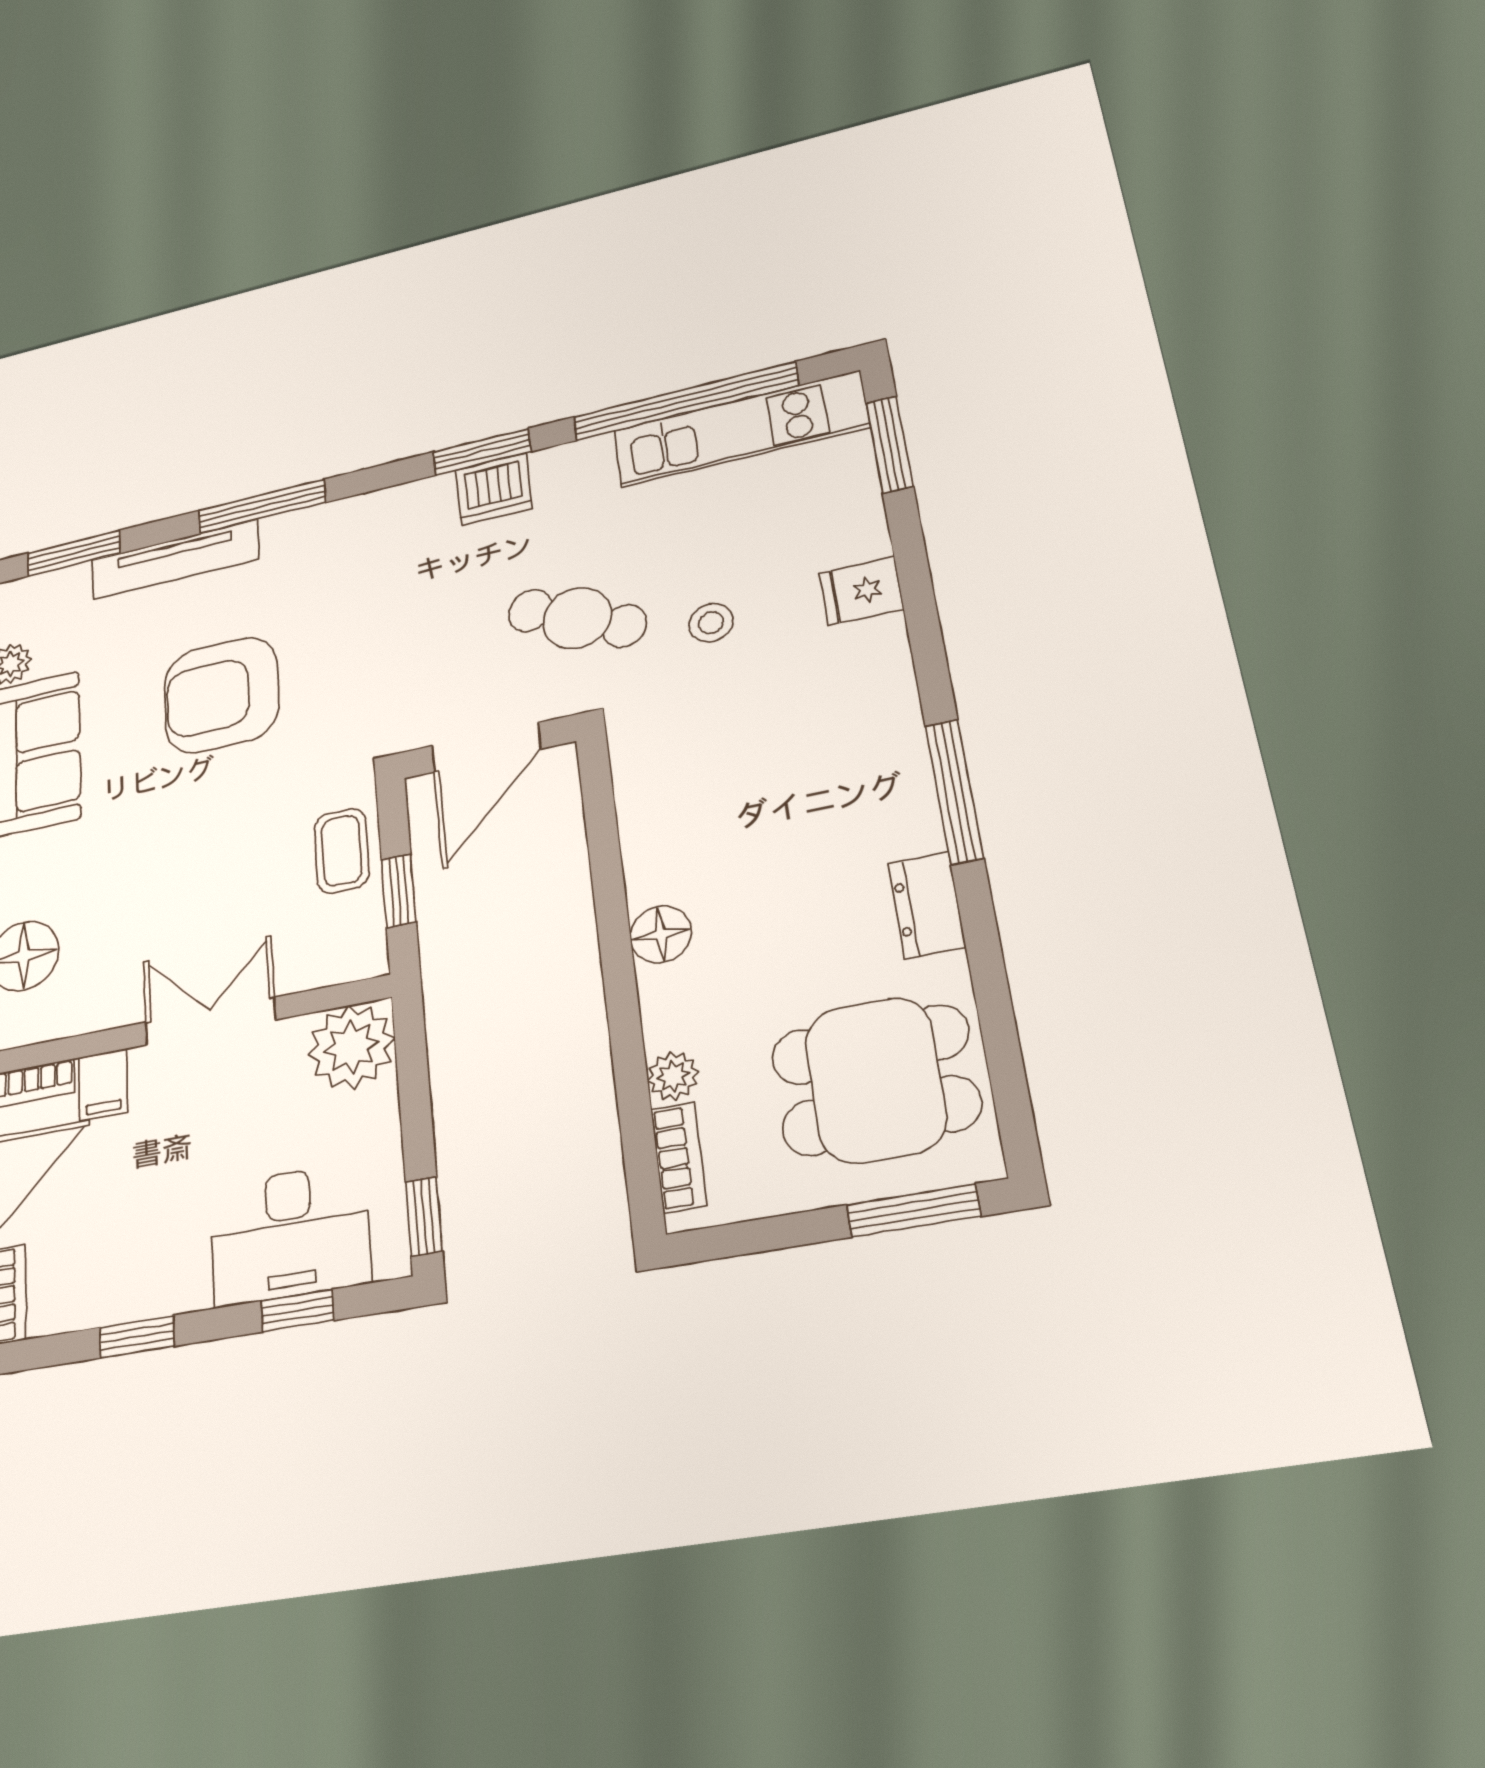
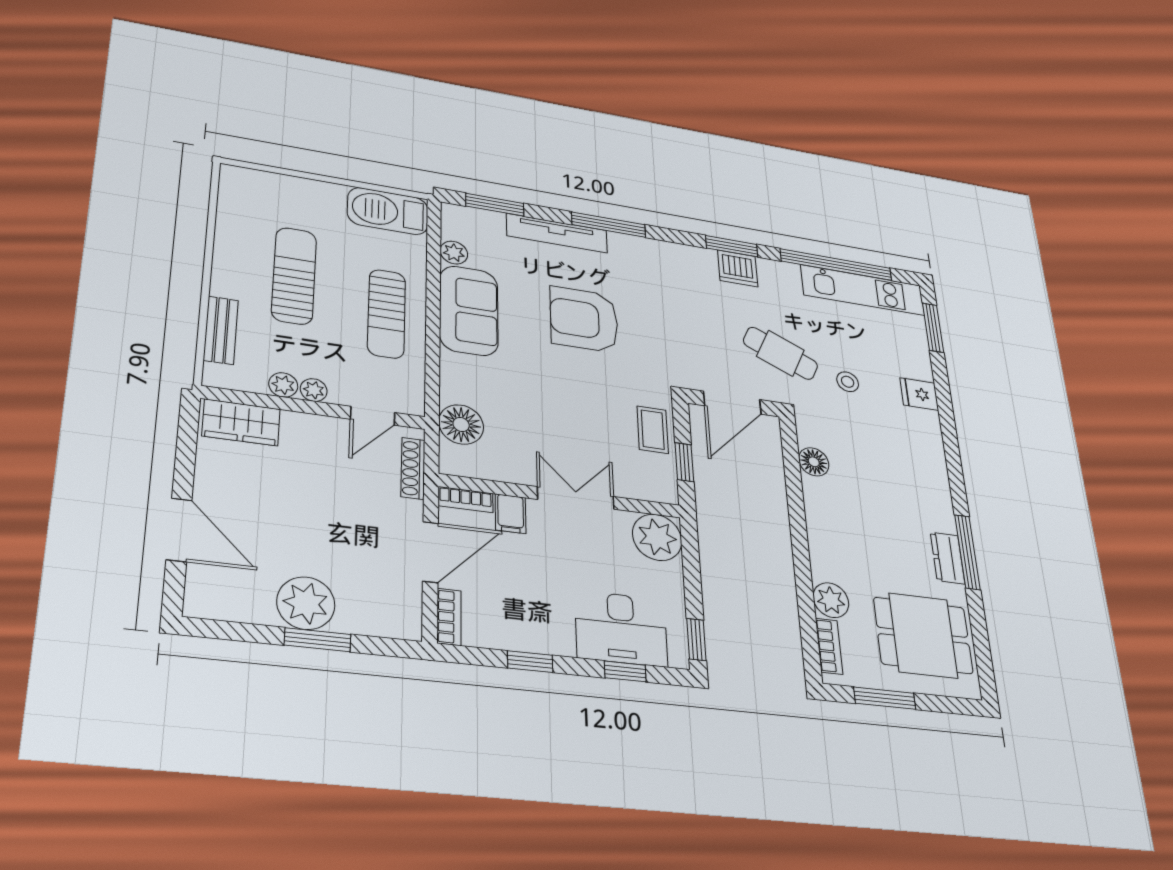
window: (954, 791) -> (967, 552), moved
floor lamp: (661, 934) -> (814, 462), moved
plant: (673, 1076) -> (831, 600), width x1.38, depth x1.38
window: (913, 1211) -> (885, 698), moved

